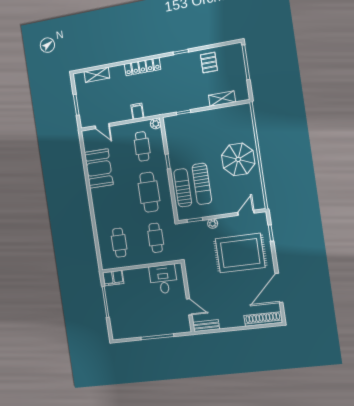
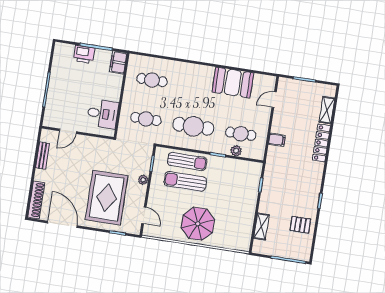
locker: (143, 67) -> (321, 143), moved
plant: (156, 124) -> (236, 151), moved
printer: (115, 311) -> (84, 54), added
bench: (206, 326) -> (43, 156), moved

